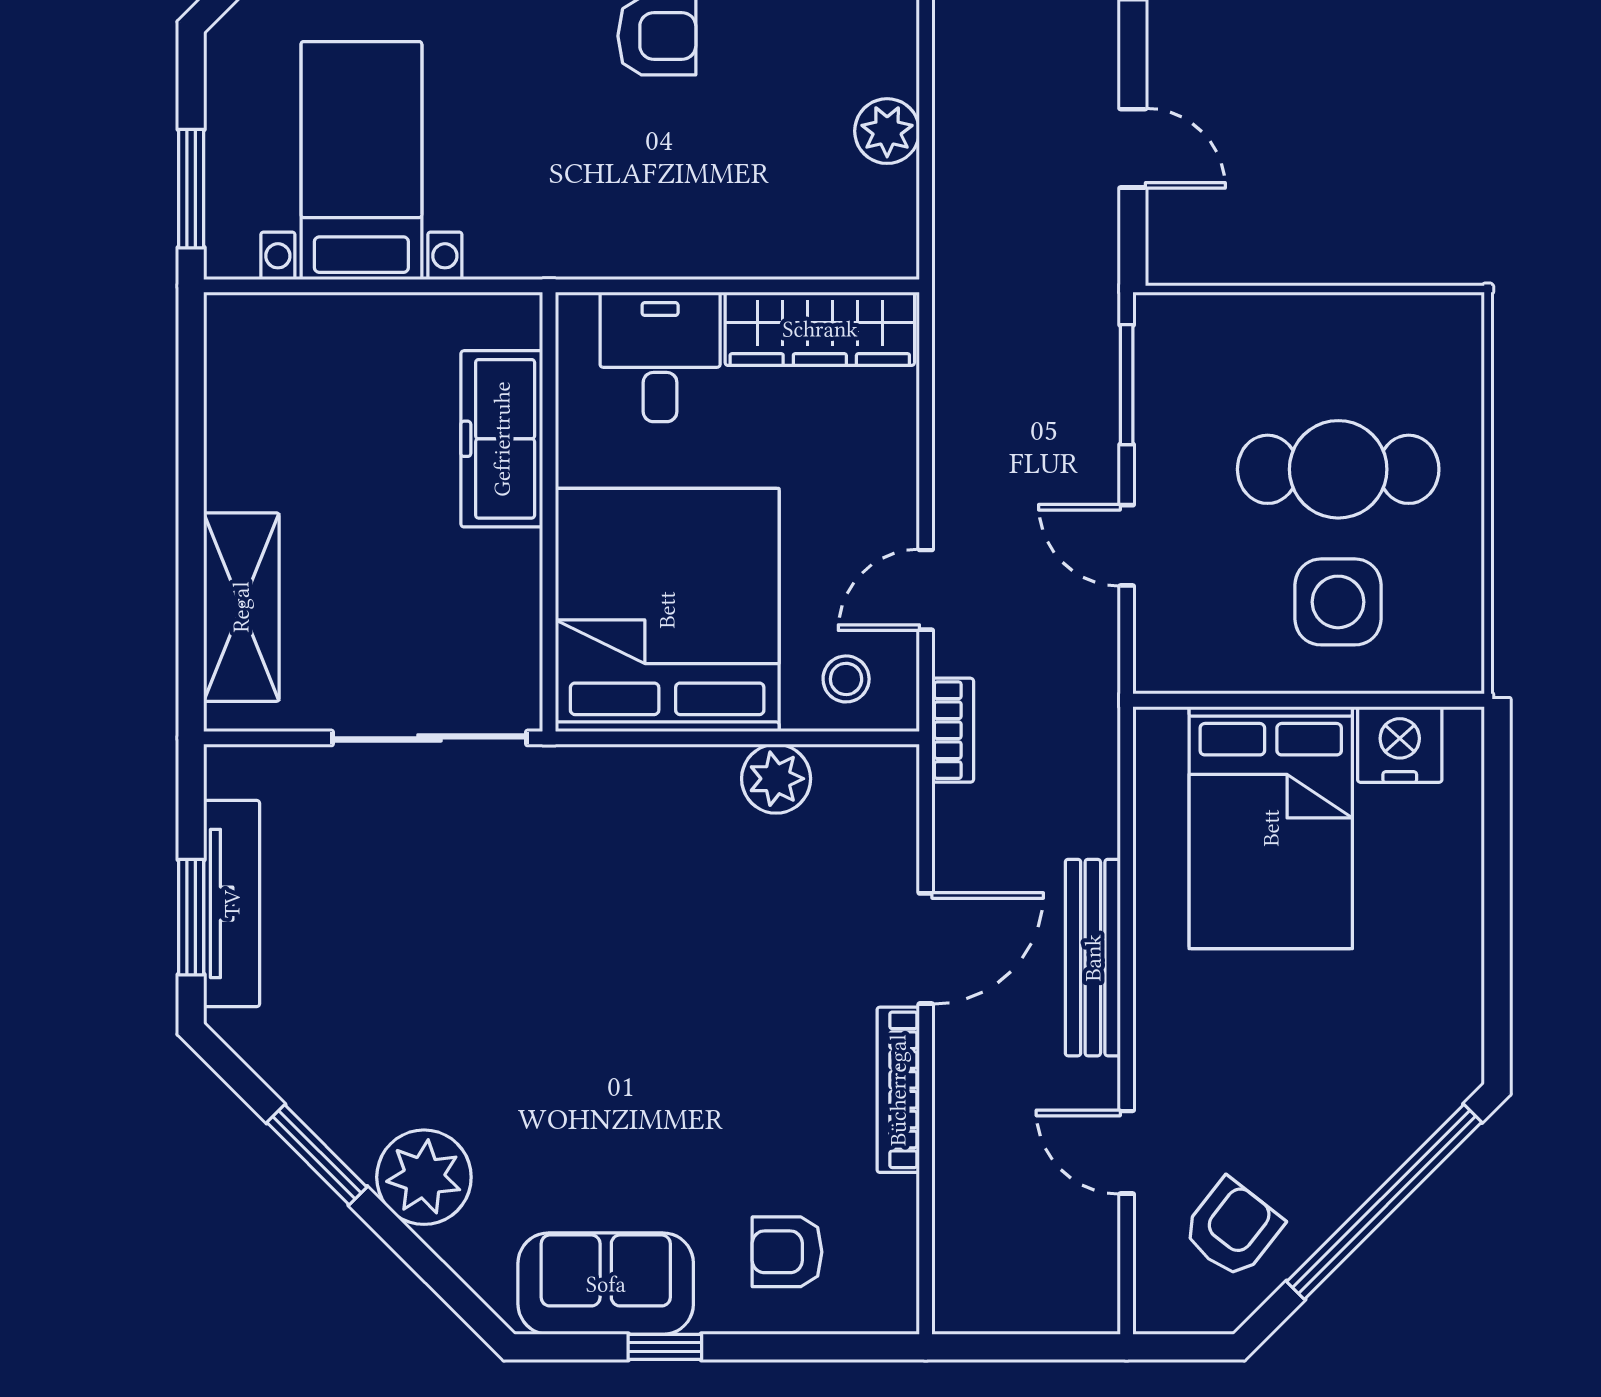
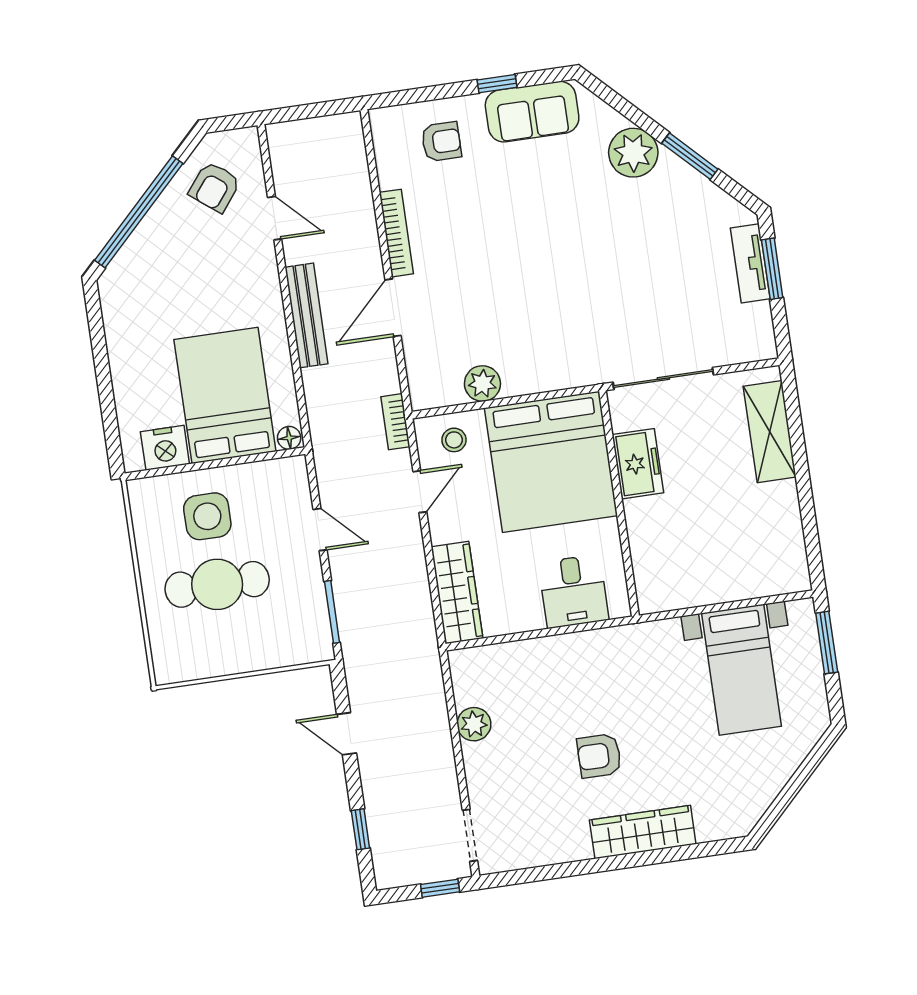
wardrobe: (820, 329) -> (457, 593), moved, turned 90
freezer: (502, 439) -> (638, 464), moved, width x0.71
floor lamp: (1160, 729) -> (289, 438), added
tv unit: (232, 904) -> (750, 263), width x0.71

